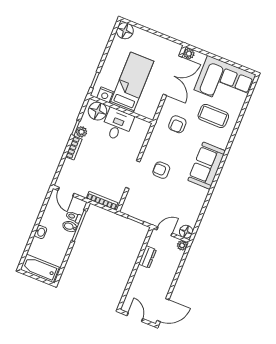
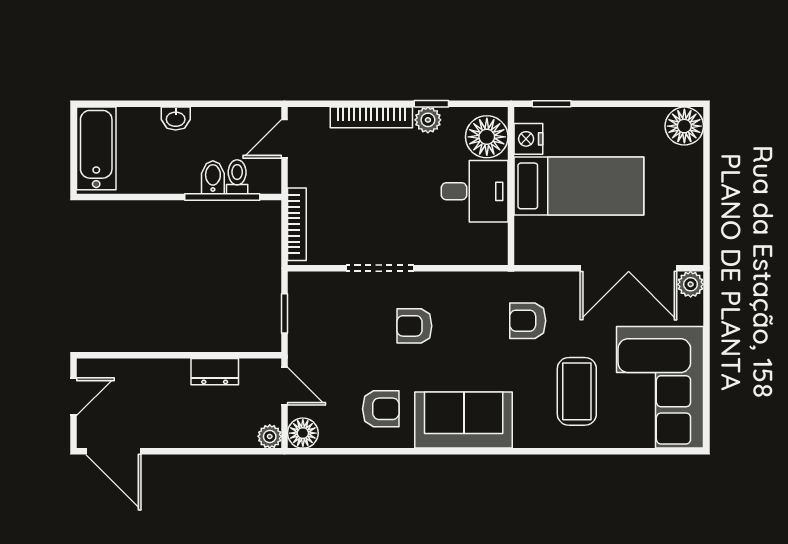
bookcase: (74, 148) -> (371, 117), width x1.56
armchair: (161, 170) -> (414, 326), turned -90
armchair: (189, 197) -> (381, 409), added

